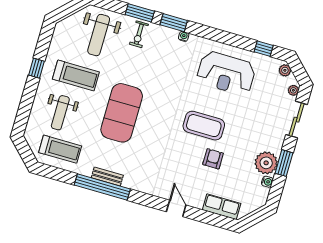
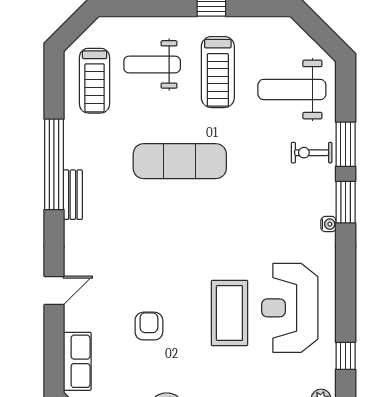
exercise mat: (122, 113) -> (180, 161), width x0.68
coffee table: (204, 126) -> (229, 313), moved
armchair: (213, 159) -> (149, 326), turned -90
bench: (107, 177) -> (73, 195), moved

